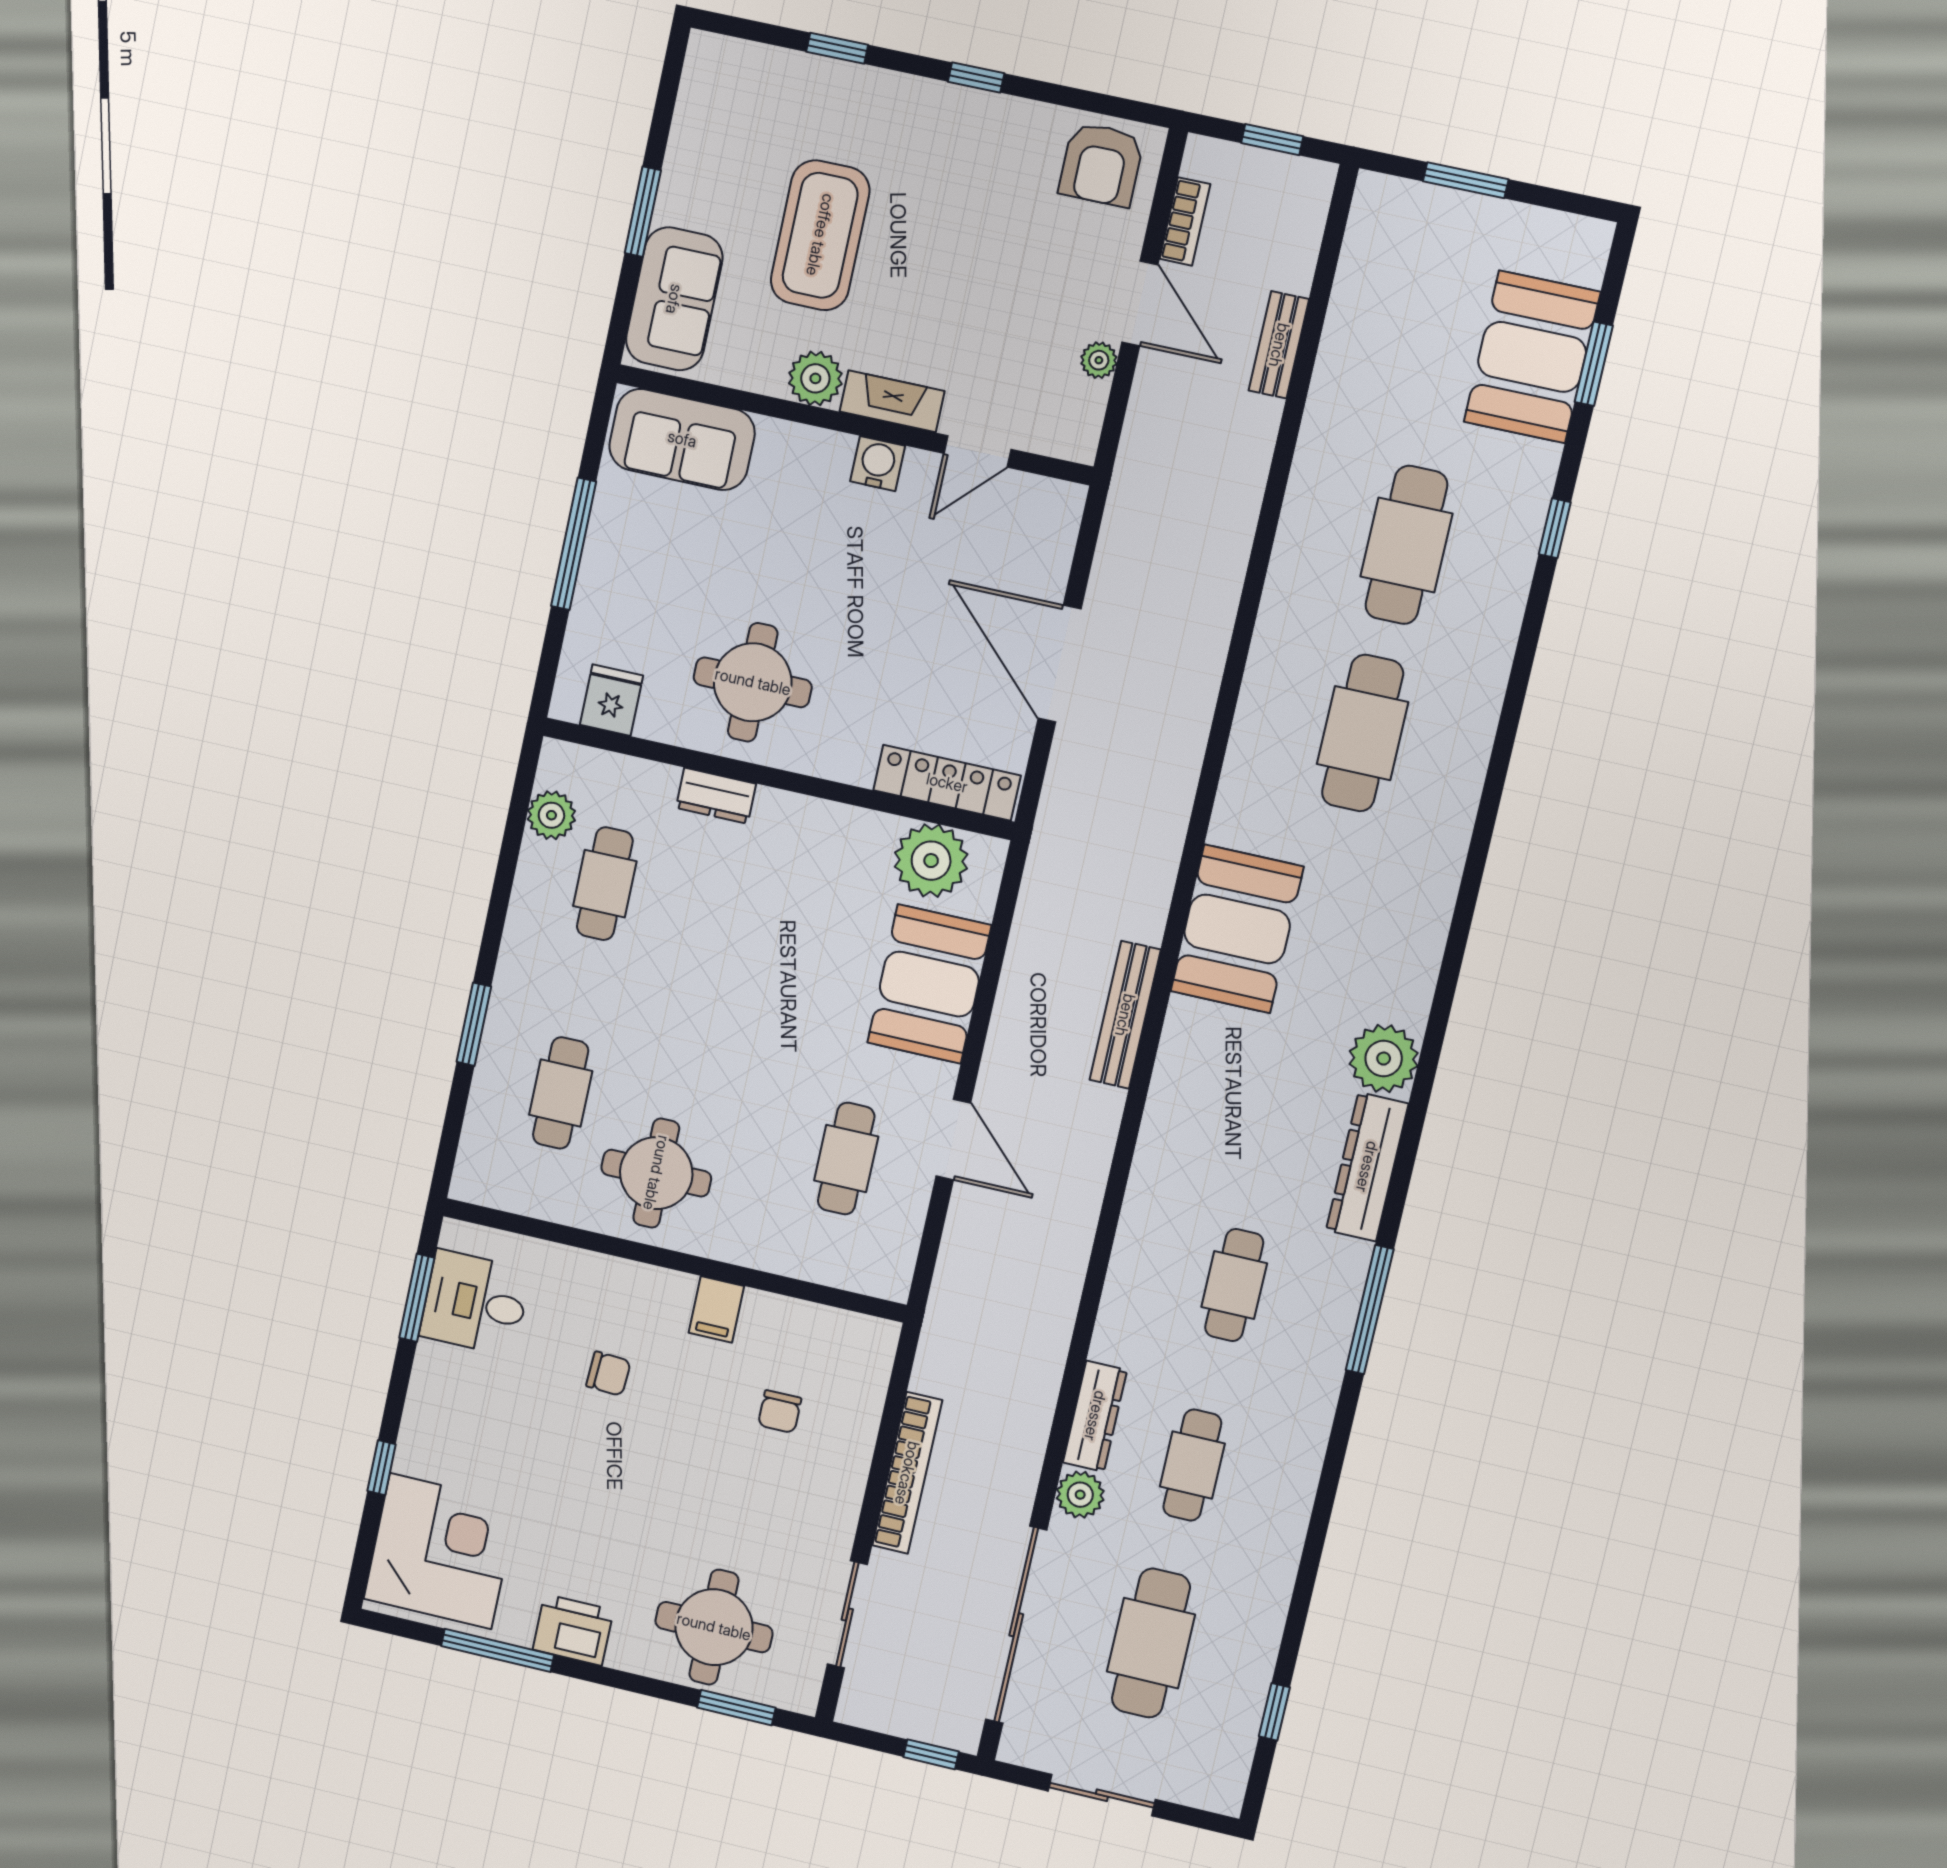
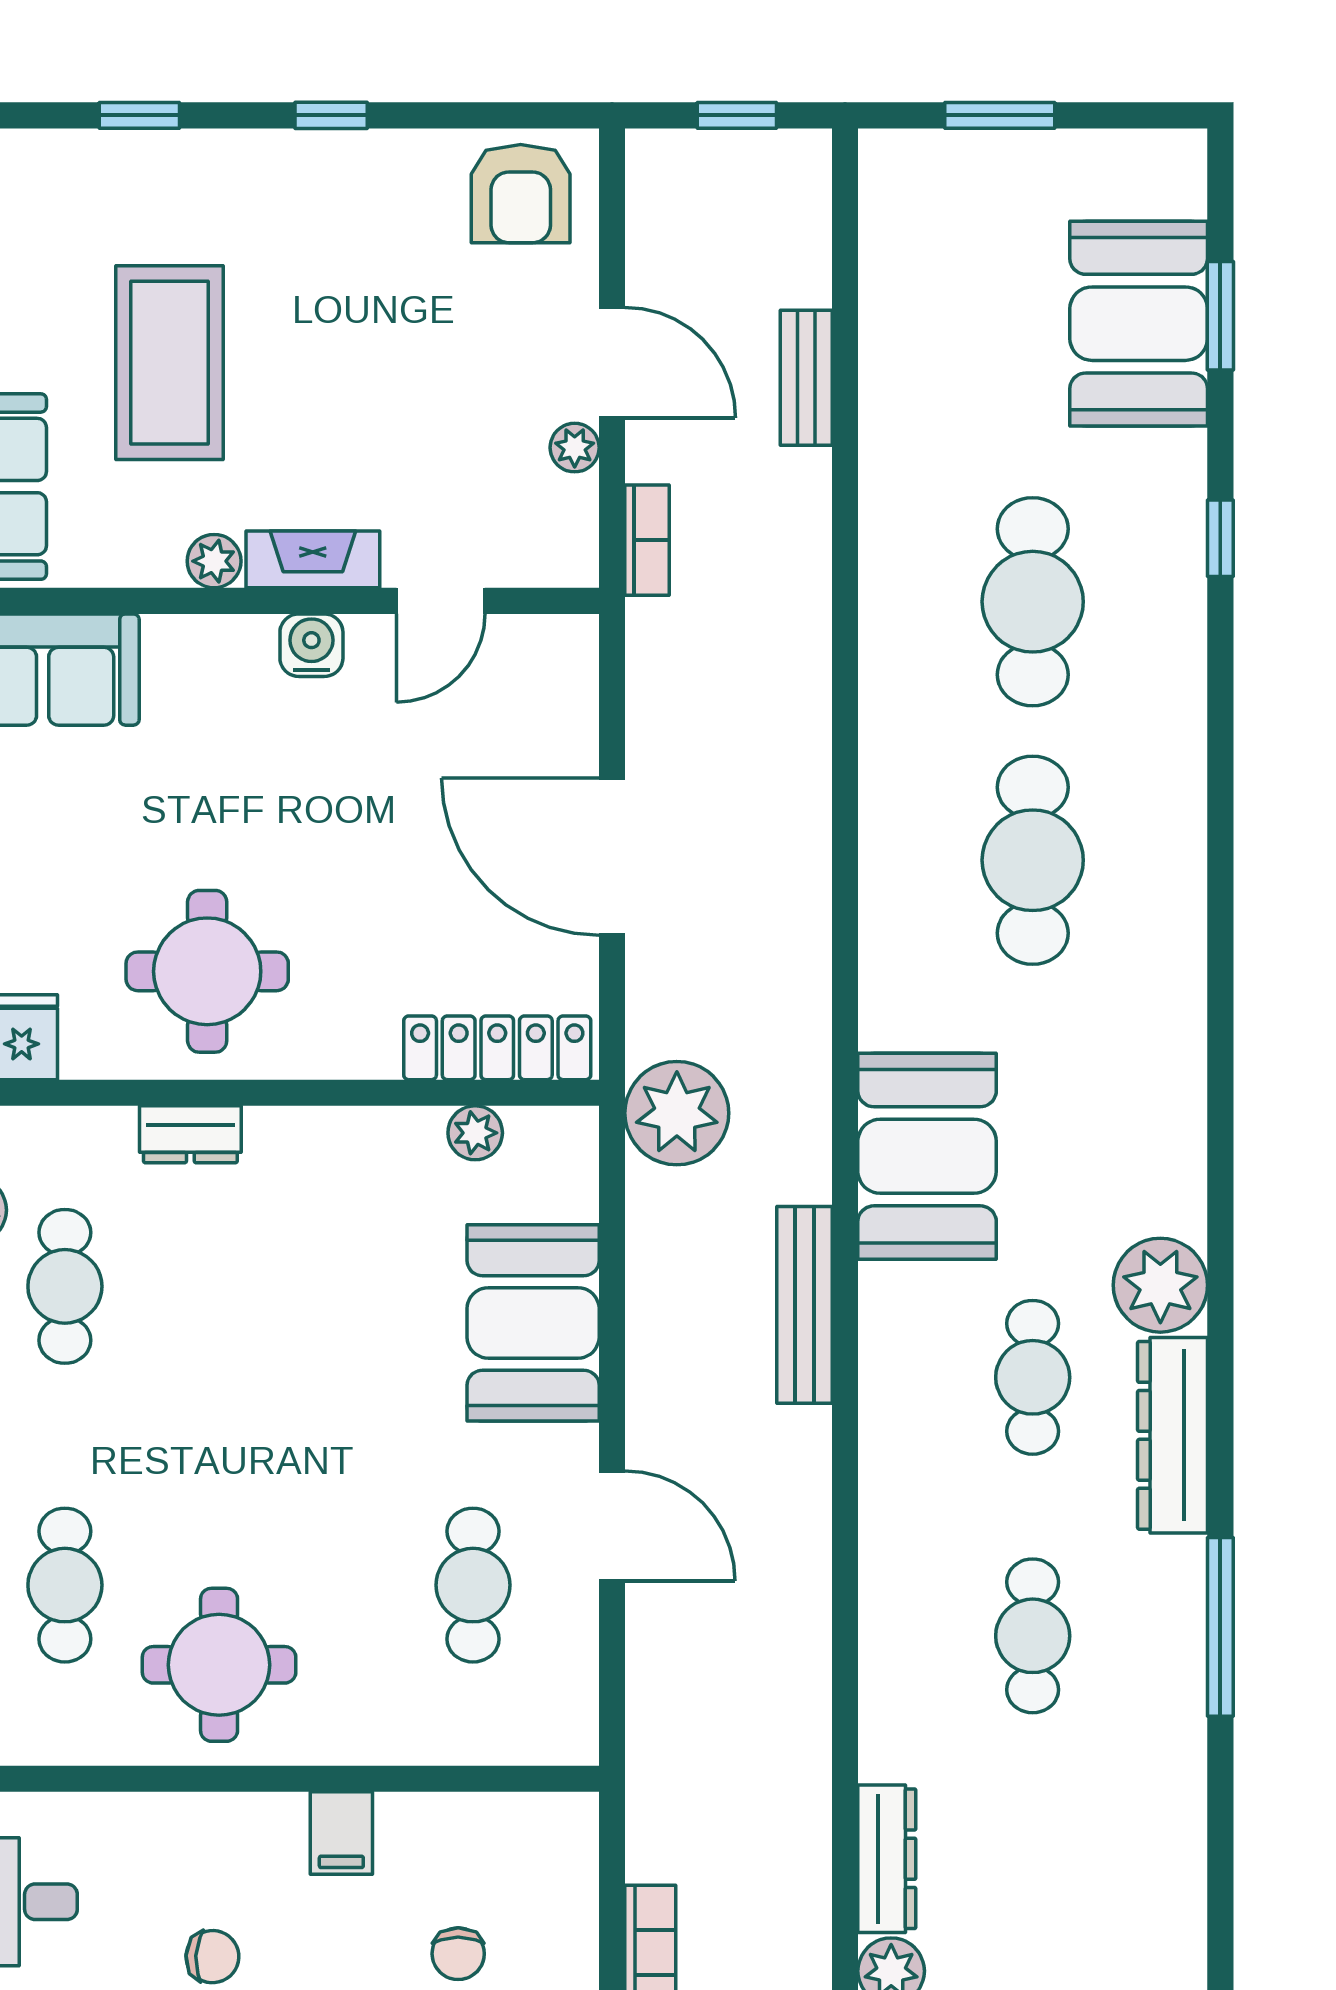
bookcase: (1185, 221) -> (647, 540), moved
plant: (815, 378) -> (214, 561), width x0.73, depth x0.73
plant: (1065, 858) -> (677, 1113), added
plant: (931, 861) -> (475, 1133), width x0.53, depth x0.53
cafe table: (1192, 1465) -> (1033, 1377), moved

